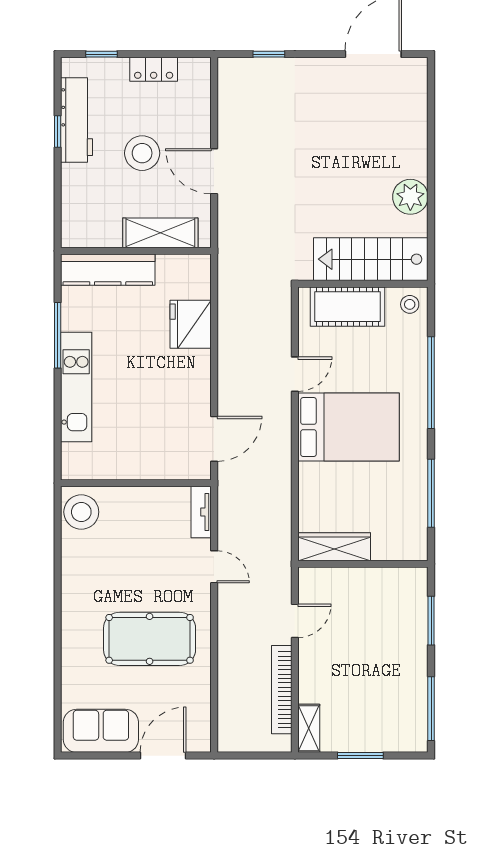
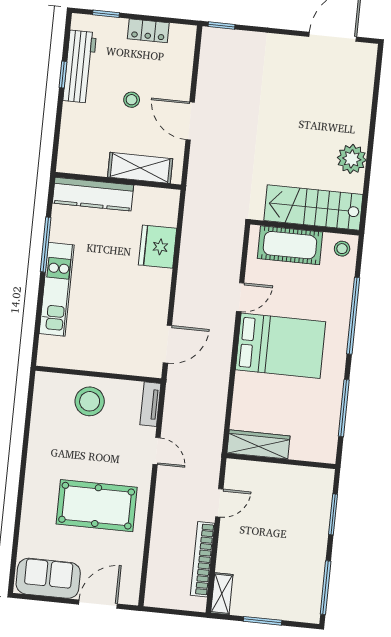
window: (269, 54) -> (221, 25), moved
stool: (142, 153) -> (132, 100), width x0.53, depth x0.53
stool: (81, 512) -> (90, 401), moved

